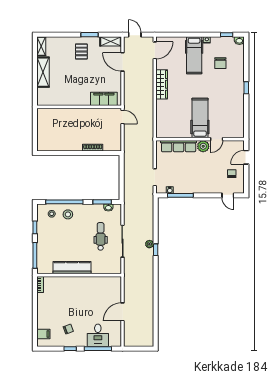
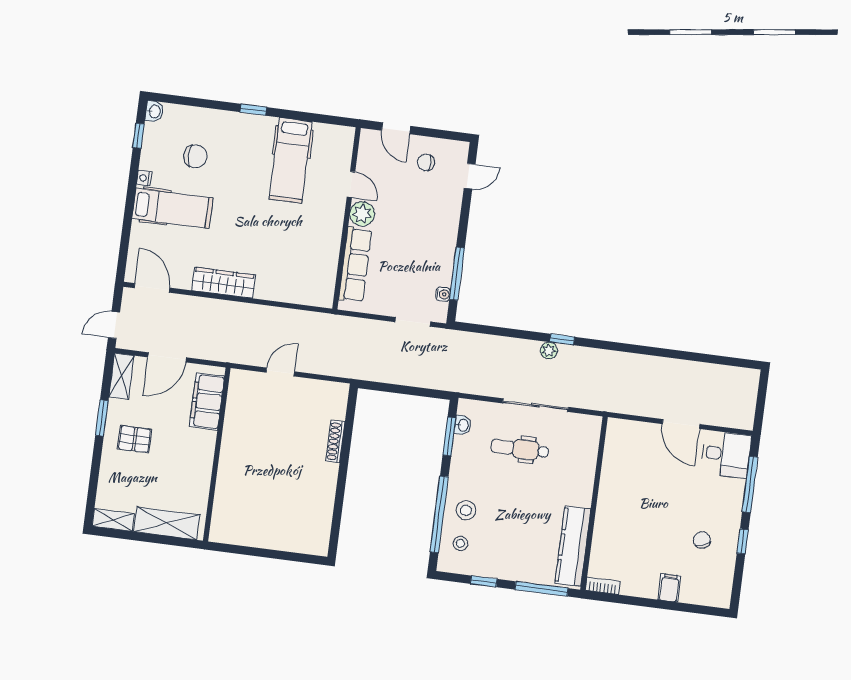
filing cabinet: (104, 99) -> (207, 401), moved
wall: (79, 107) -> (217, 454), moved
hospital bed: (200, 118) -> (290, 160), moved, turned -90
kitchen counter: (72, 268) -> (573, 546), moved
filing cabinet: (43, 334) -> (669, 588), moved
desk: (98, 335) -> (726, 454), moved

